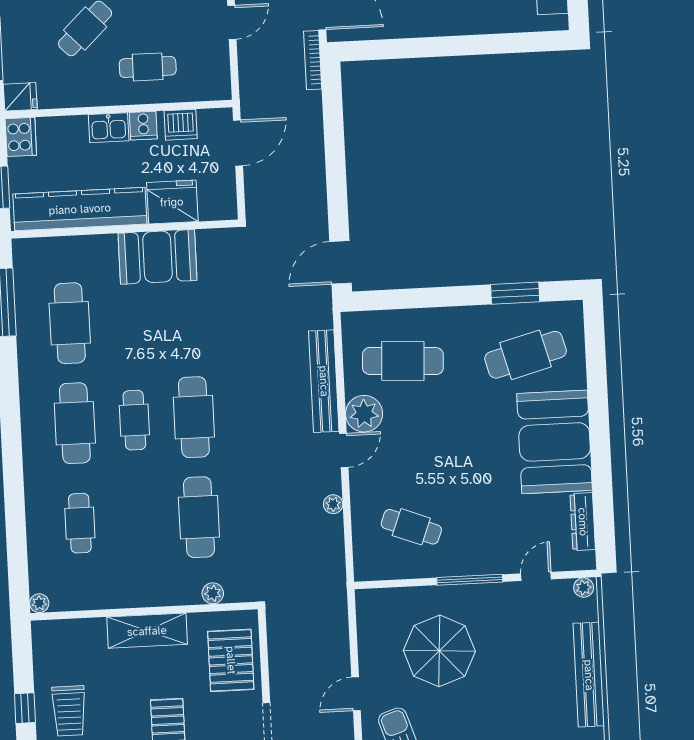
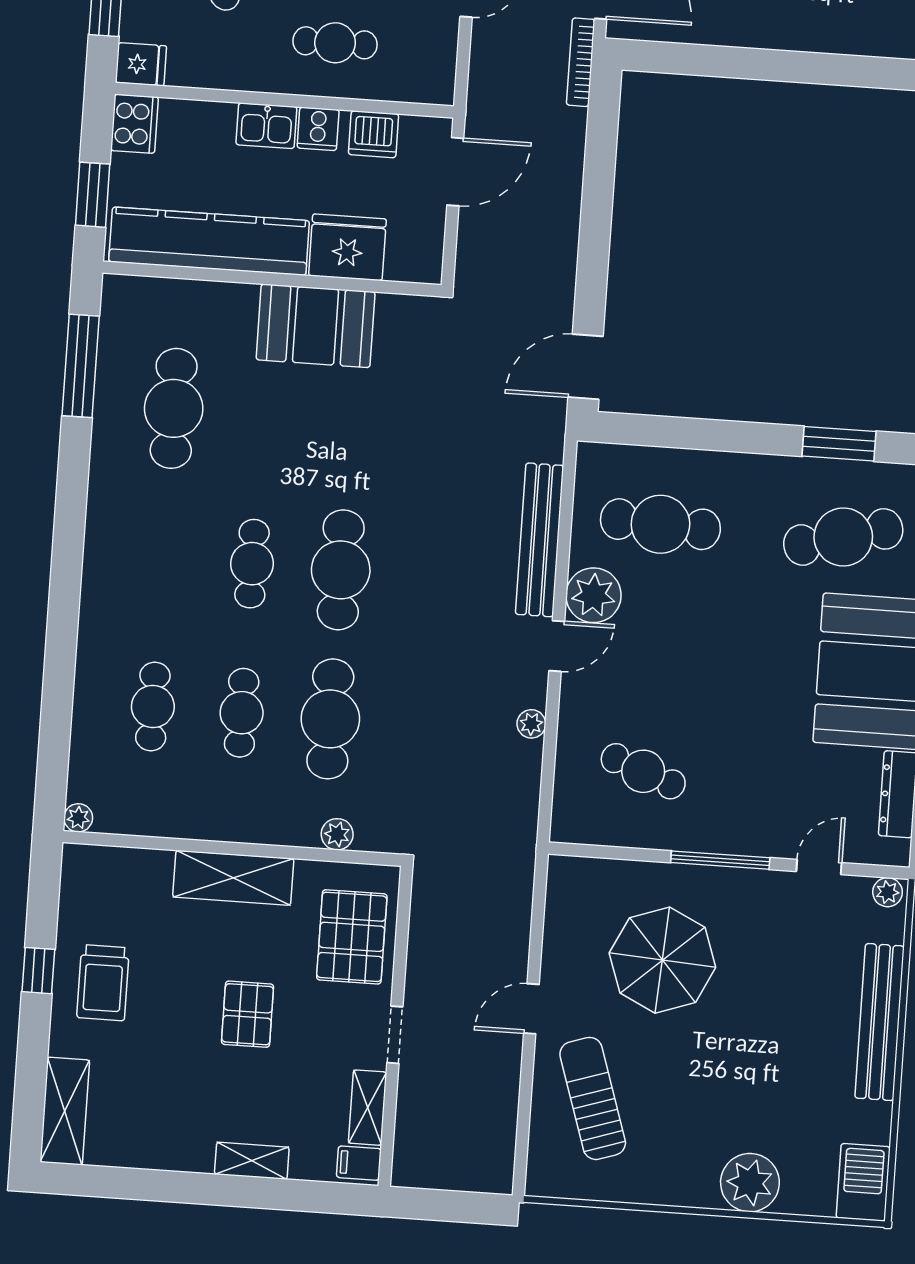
cafe table: (75, 423) -> (242, 713), moved, width x0.73, depth x0.74

